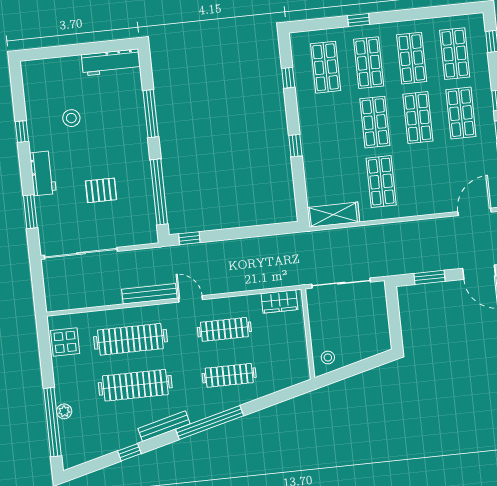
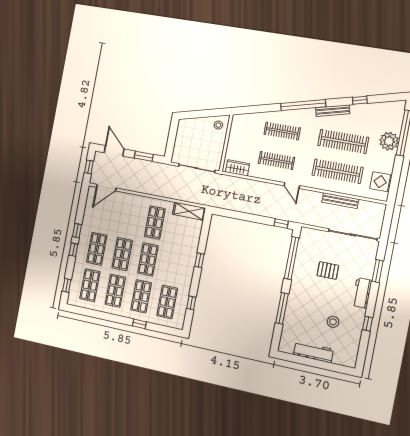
workbench: (111, 62) -> (313, 352), moved
bench: (149, 294) -> (340, 201), moved
plant: (64, 411) -> (389, 141), width x1.87, depth x1.87

